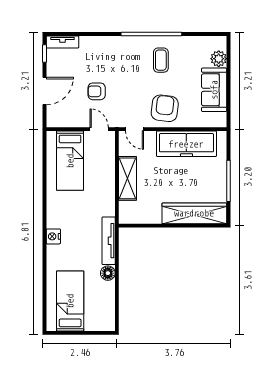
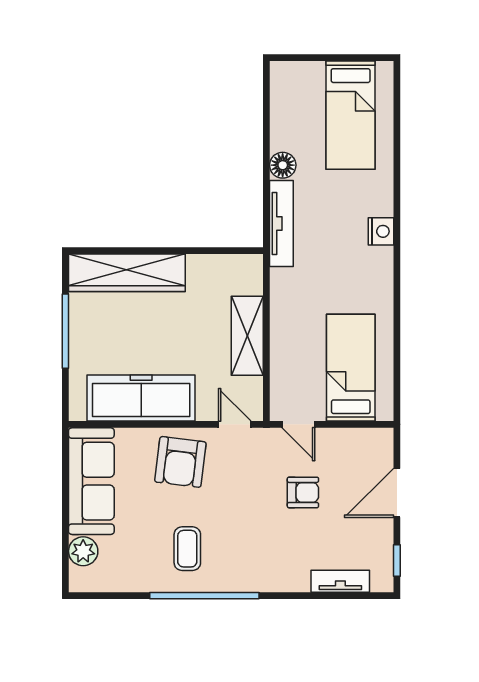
tv unit: (62, 42) -> (340, 581), moved
sofa: (214, 90) -> (91, 481), width x1.36

